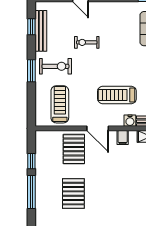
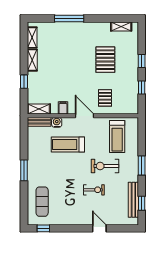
exercise bike: (55, 66) -> (105, 166), moved
treadmill: (117, 95) -> (68, 145), turned 180
pallet: (74, 149) -> (105, 98), width x0.67, depth x0.71
window: (31, 192) -> (142, 61), width x0.46

